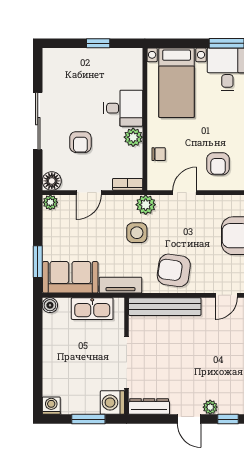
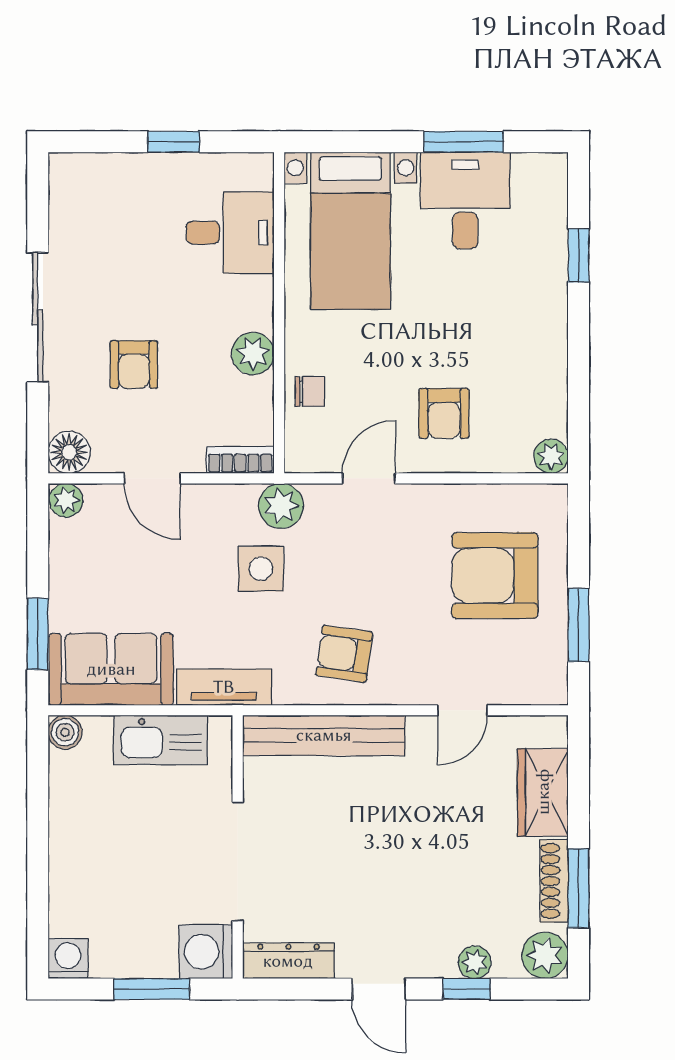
desk: (123, 108) -> (230, 233), moved
door: (89, 193) -> (152, 478), hinge flipped
armchair: (174, 270) -> (344, 654), width x0.72, depth x0.72
plant: (210, 407) -> (475, 962), moved

